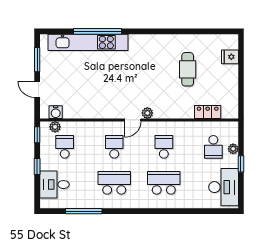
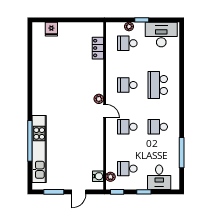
cafe table: (188, 69) -> (62, 65), removed
school desk: (213, 147) -> (127, 43), turned 180
school desk: (114, 183) -> (158, 127), width x0.54

